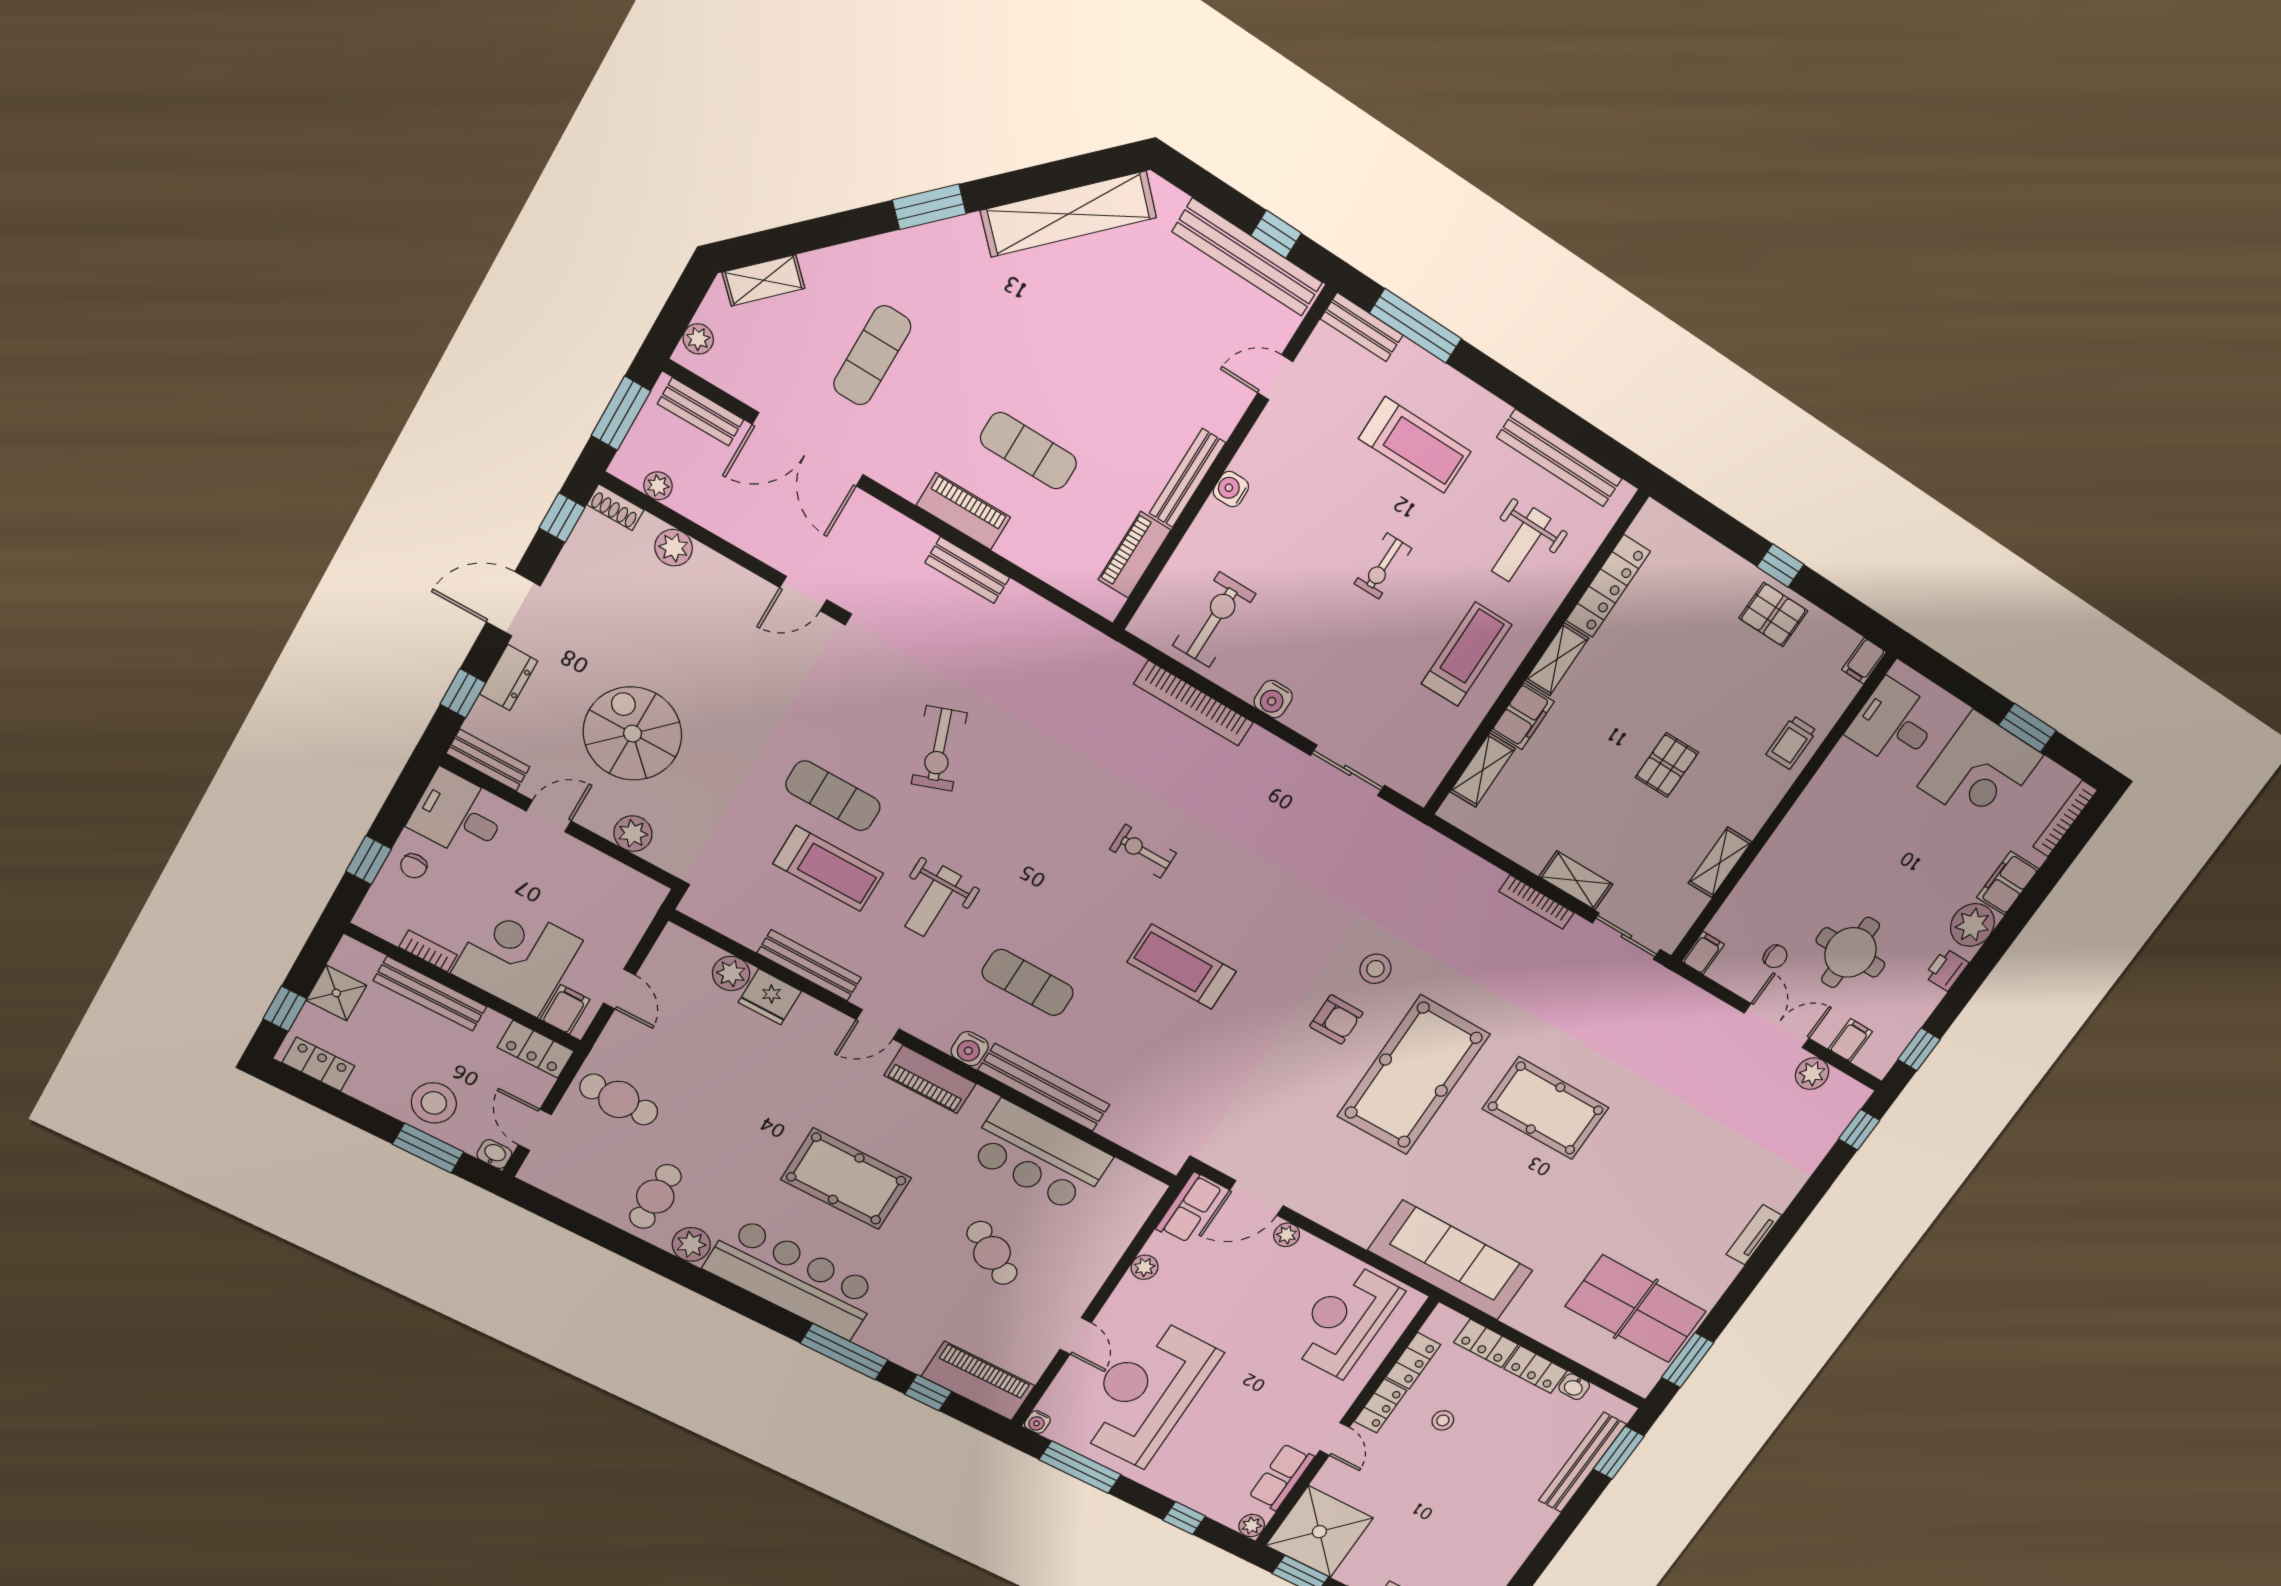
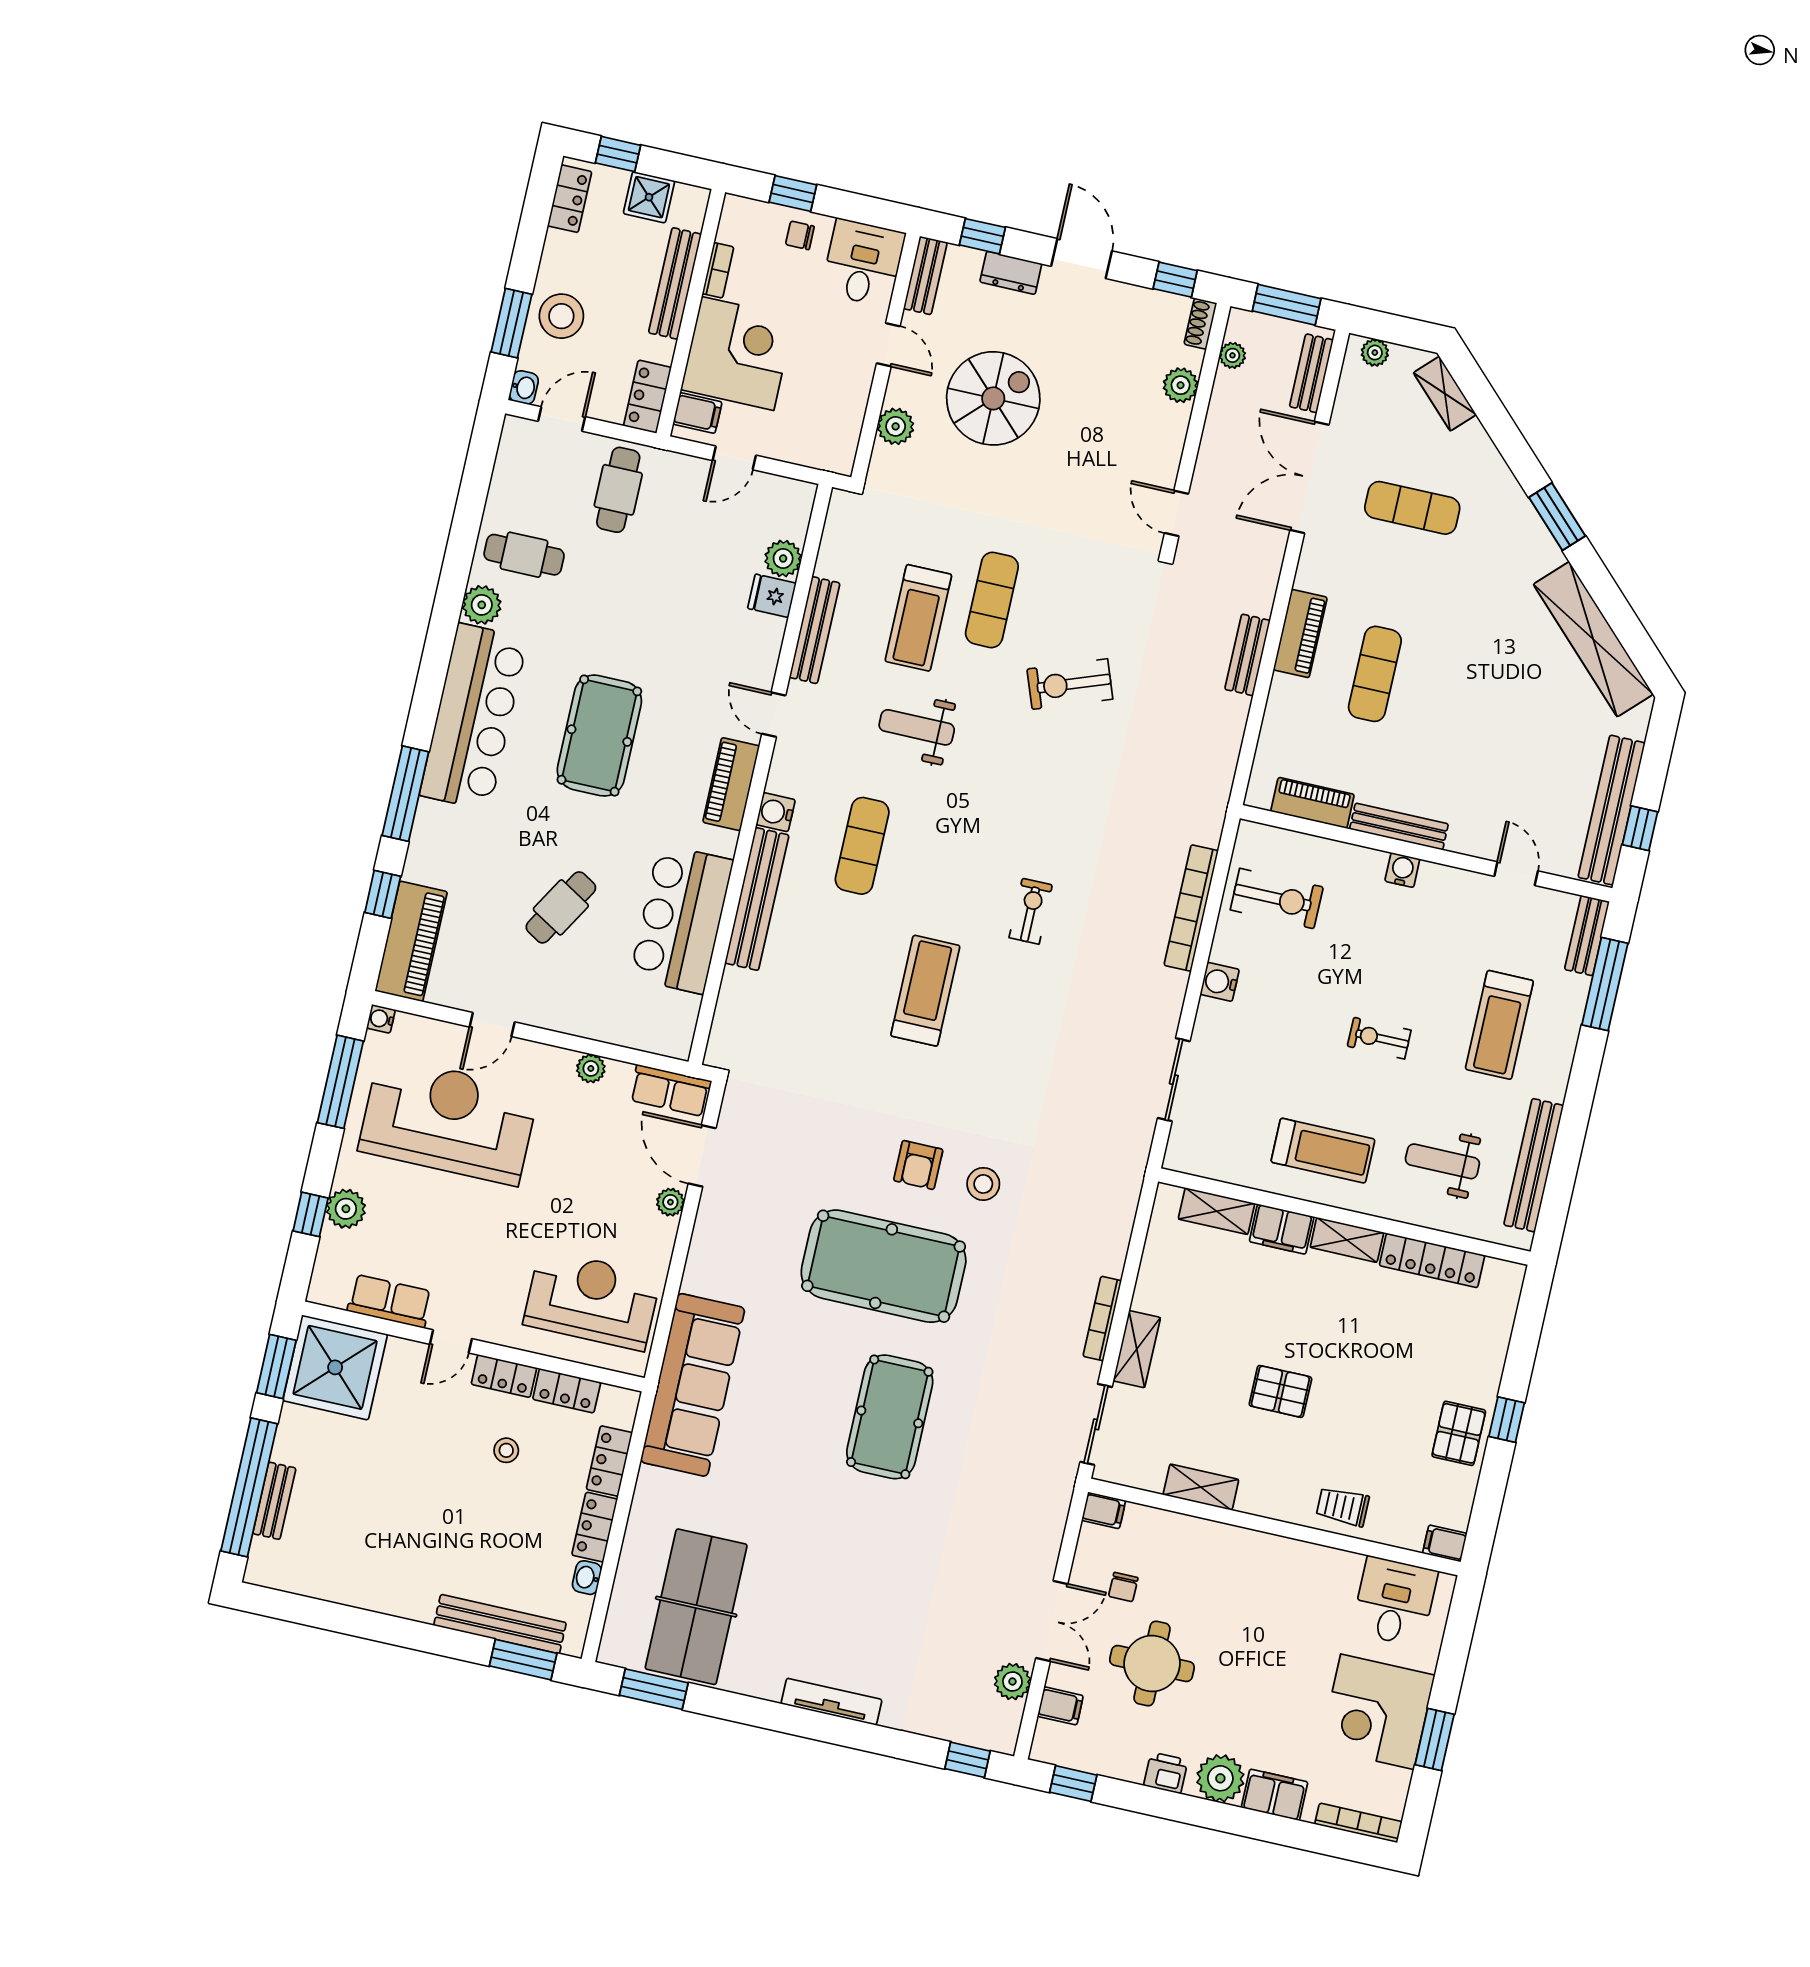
fridge: (770, 997) -> (772, 596), width x0.72
tv unit: (1754, 1235) -> (831, 1702), width x1.41
plant: (1252, 1526) -> (346, 1209), moved, width x1.38, depth x1.38

